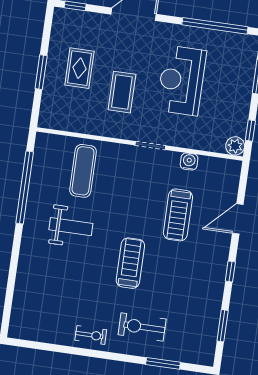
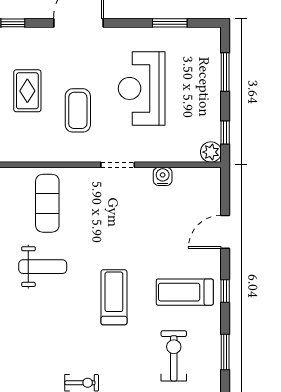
window: (215, 26) -> (170, 23), width x0.47
treadmill: (178, 215) -> (185, 292), moved, turned 90
exercise bike: (142, 327) -> (174, 356), moved, turned 90

